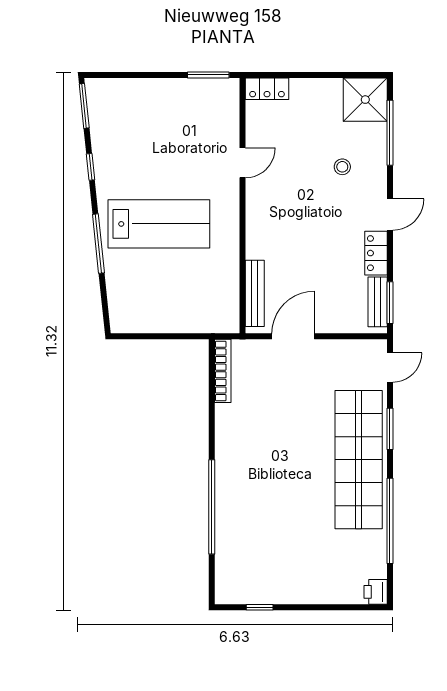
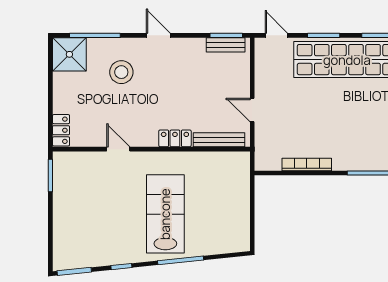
stool: (342, 167) -> (121, 72), width x1.89, depth x1.89
locker: (376, 253) -> (175, 138), moved, turned 180
door: (293, 336) -> (252, 110), width x0.73
bookcase: (223, 371) -> (307, 164), moved

